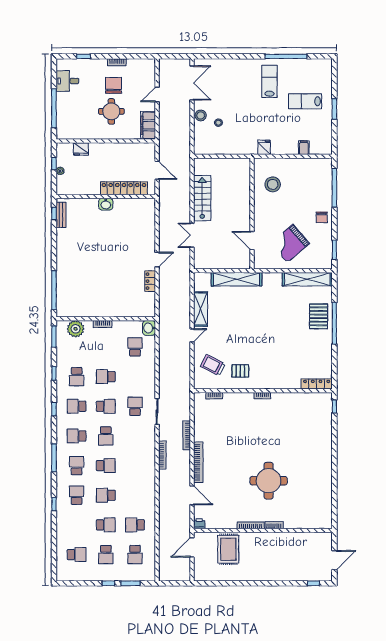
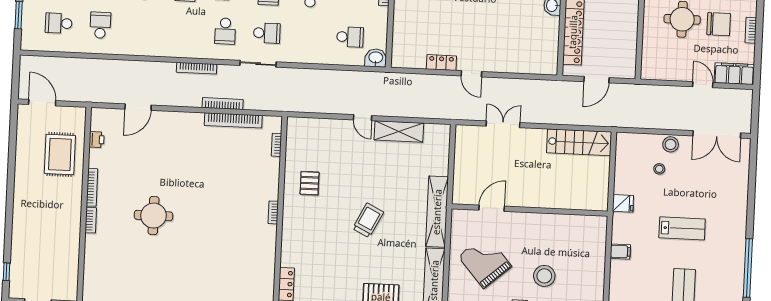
lab bench: (269, 81) -> (682, 228), moved
filing cabinet: (148, 125) -> (734, 74), moved
fridge: (264, 147) -> (623, 203), moved
filing cabinet: (304, 148) -> (620, 252), moved
stool: (273, 184) -> (544, 276), moved
stairs: (202, 198) -> (579, 142), moved
shelving: (237, 279) -> (437, 212), moved
trolley: (213, 365) -> (368, 220), moved
school desk: (135, 436) -> (225, 31), added
bookcase: (198, 462) -> (233, 120), moved
round table: (269, 481) -> (154, 216), width x0.73, depth x0.73
printer: (199, 524) -> (97, 140), moved
door: (192, 547) -> (42, 103), moved
rug: (228, 549) -> (60, 154), turned 90

